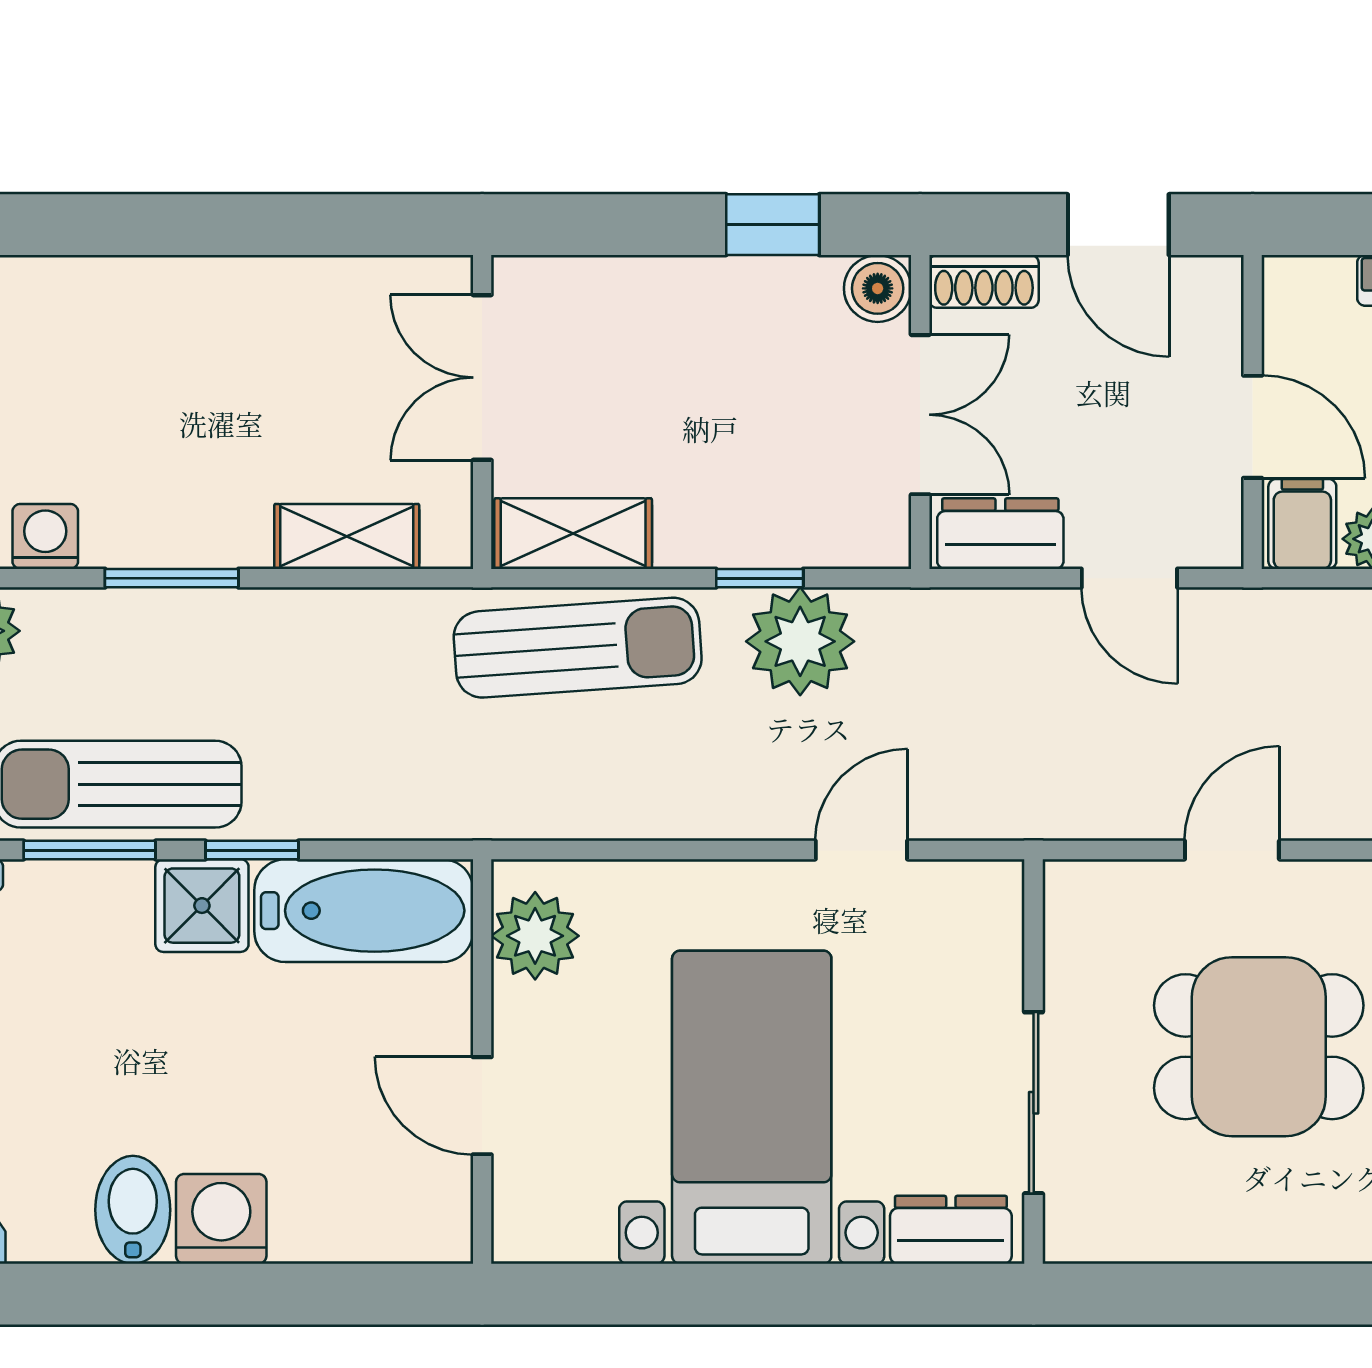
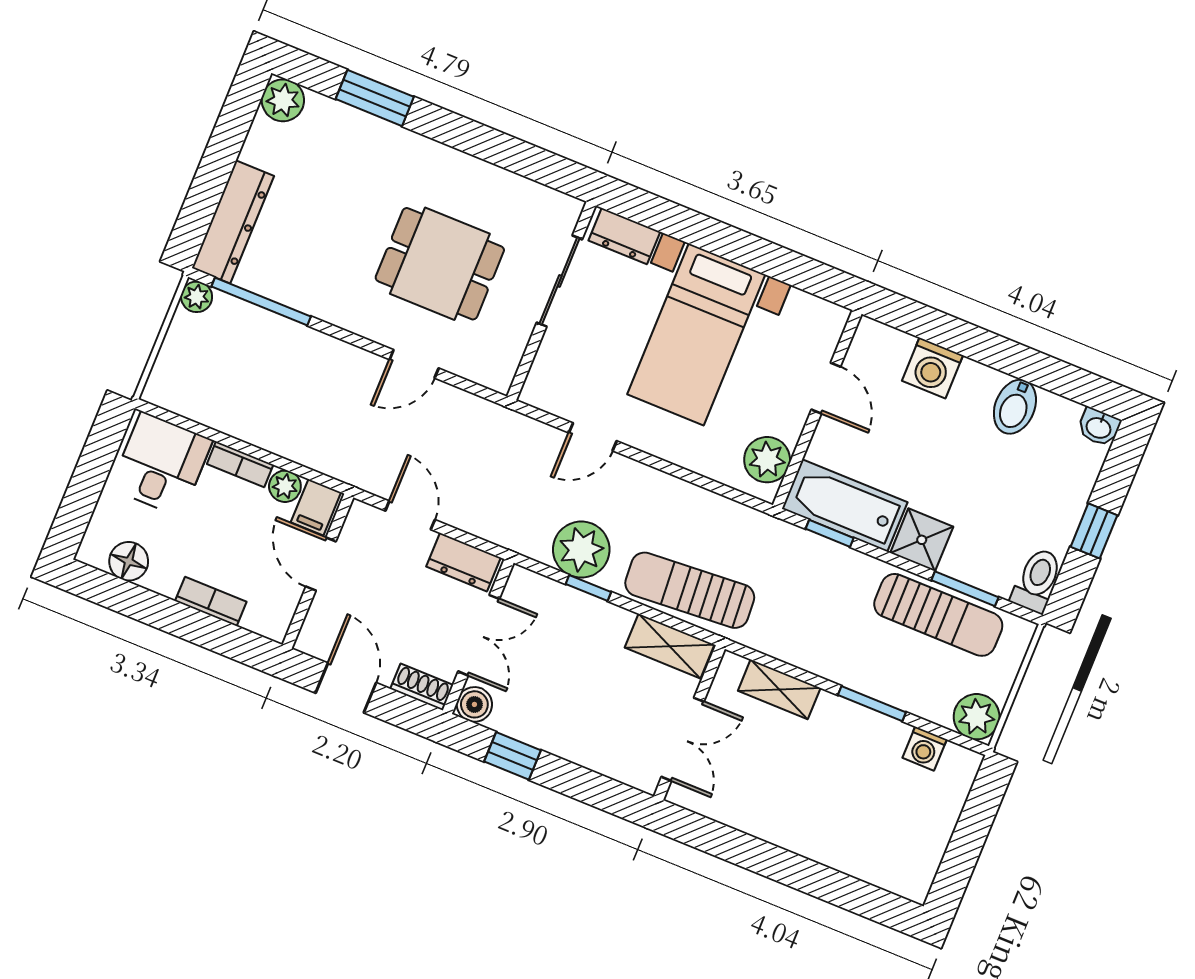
double door: (920, 415) -> (479, 635), swing flipped
window: (252, 850) -> (830, 533), moved
washing machine: (221, 1219) -> (932, 368), moved

